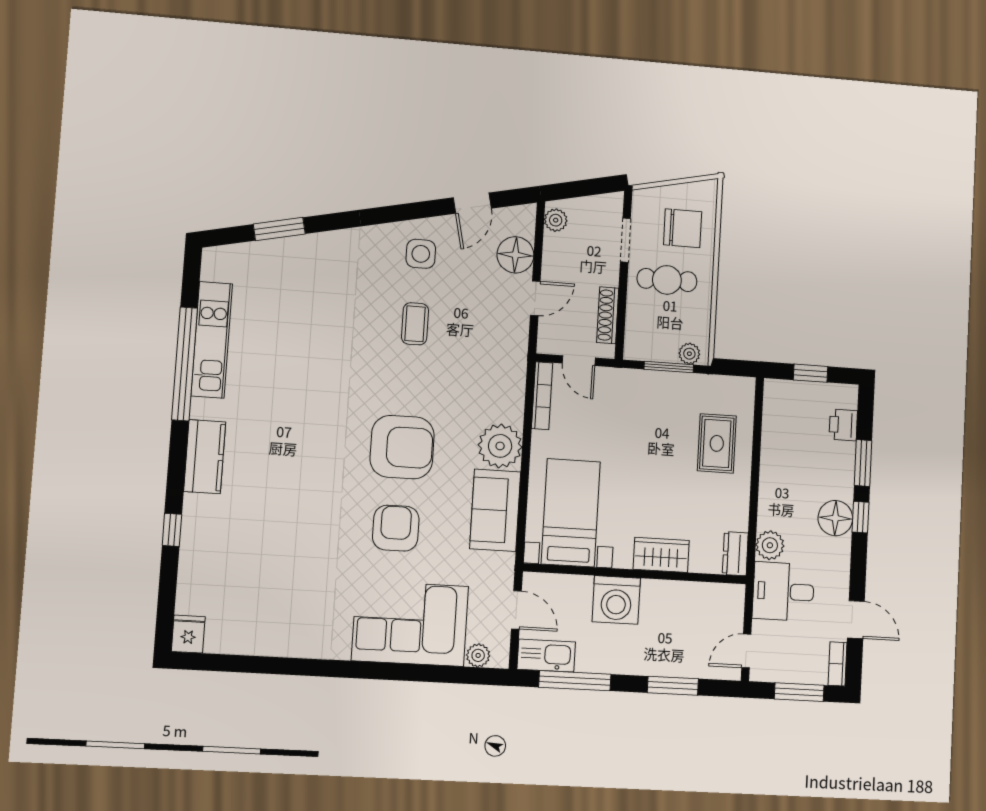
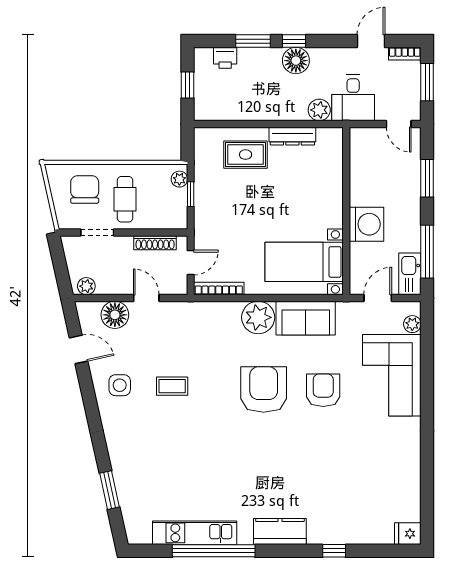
window: (669, 367) -> (191, 194), width x0.67
armchair: (396, 528) -> (323, 390), turned 90
dresser: (735, 554) -> (292, 136), moved, width x1.44
wardrobe: (661, 555) -> (331, 192), removed

